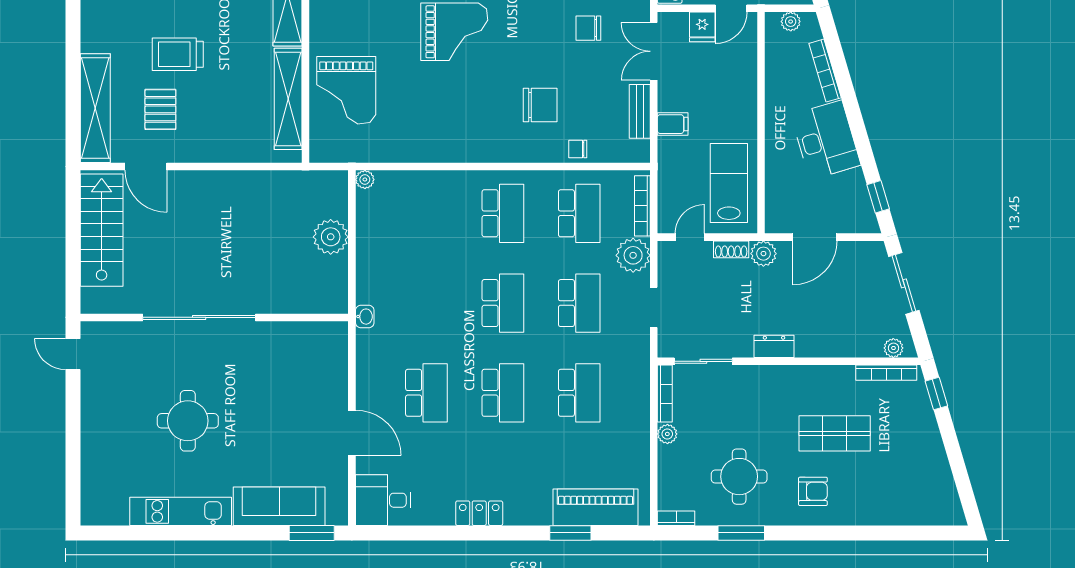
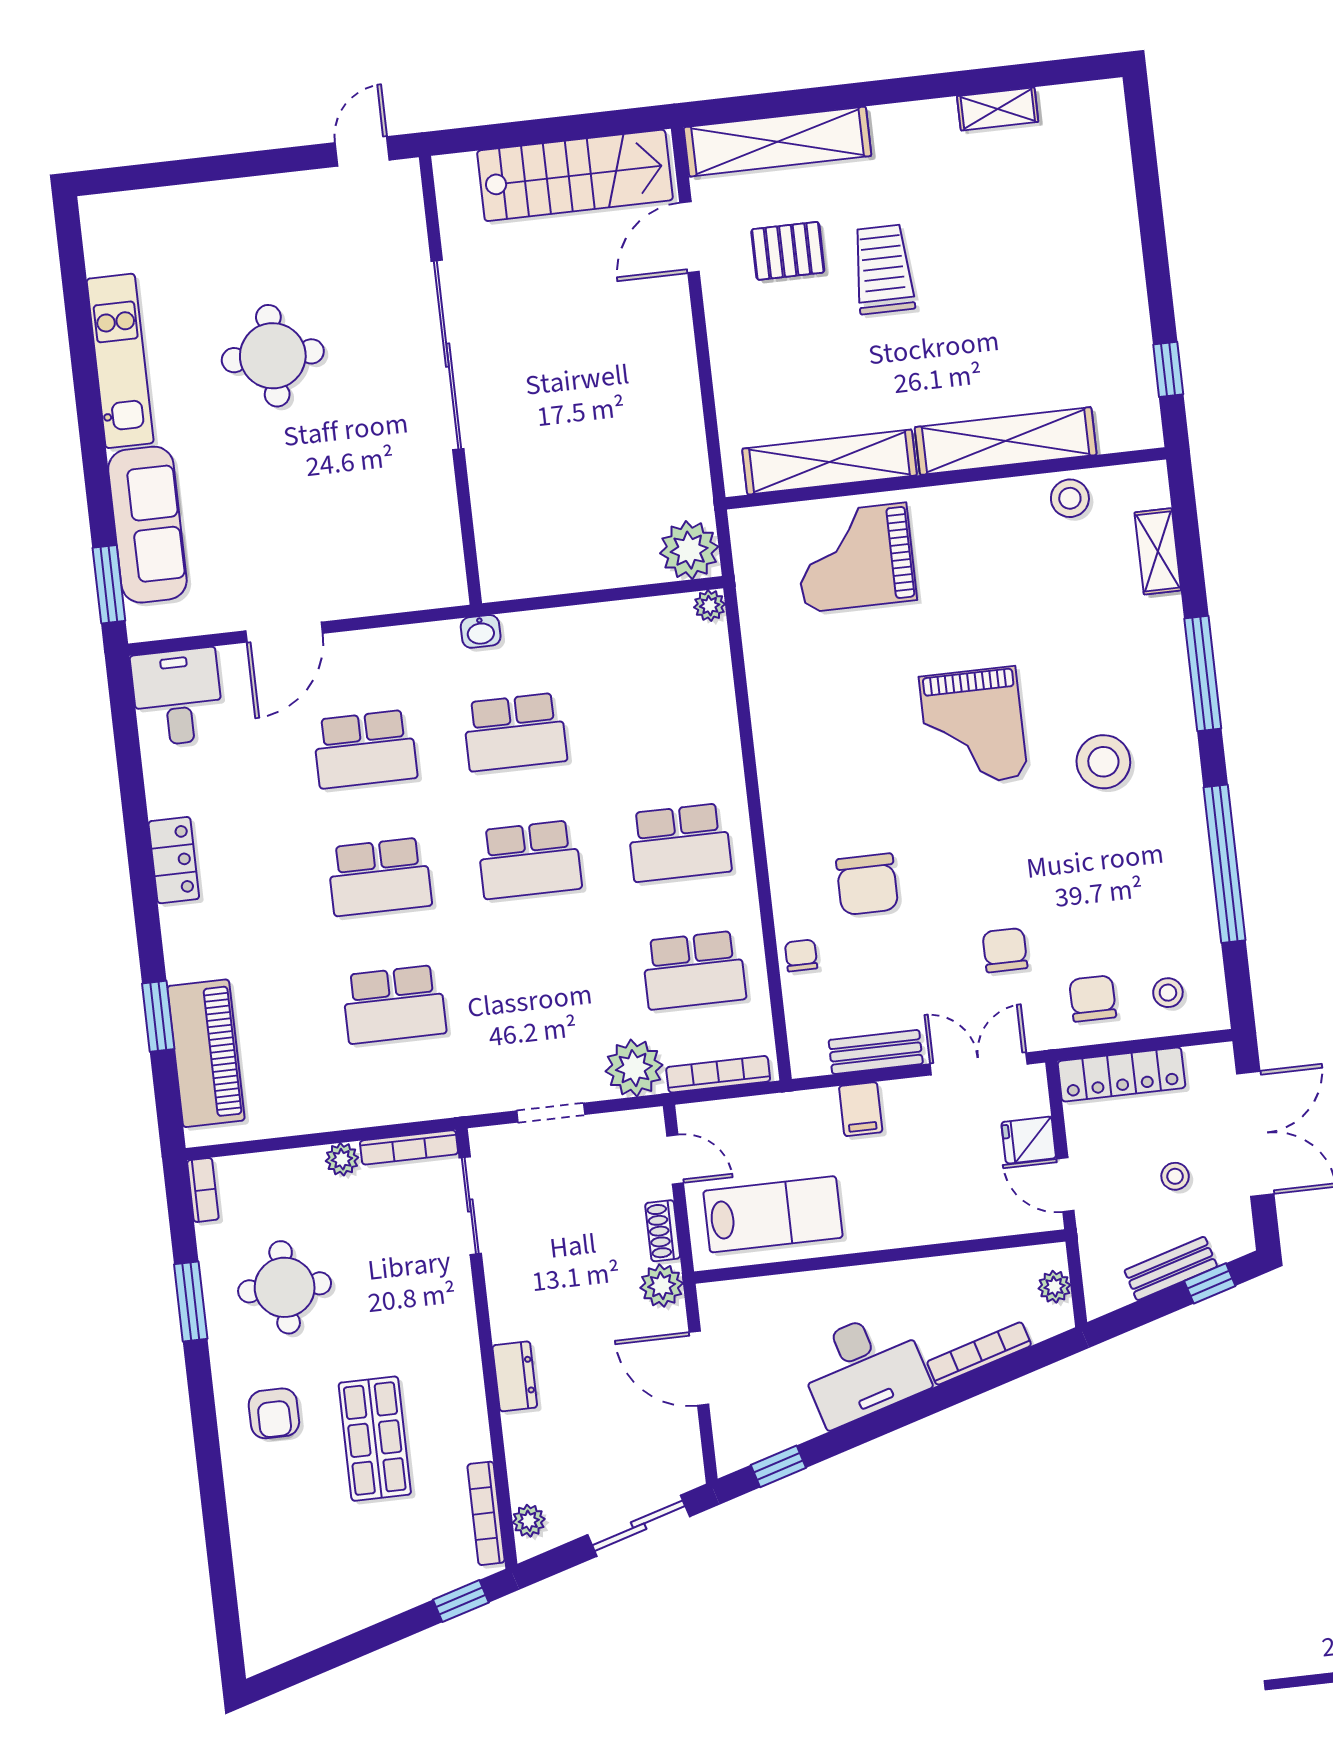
plant: (331, 237) -> (689, 550), moved
school desk: (579, 303) -> (515, 732), moved
dresser: (774, 346) -> (515, 1376), moved

